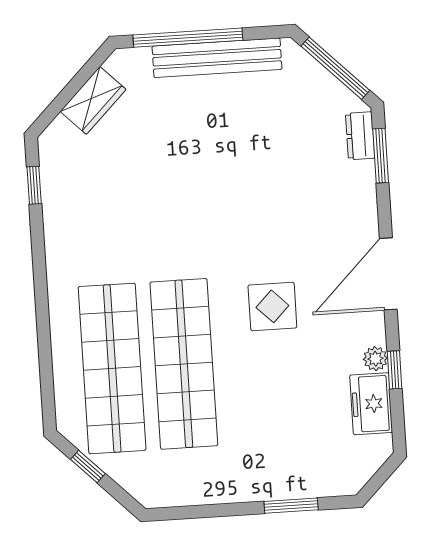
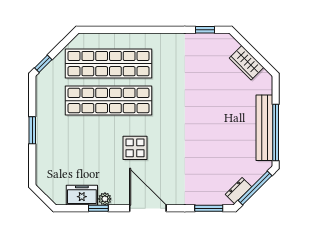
window: (188, 38) -> (276, 133), moved
dresser: (360, 136) -> (238, 191), moved, turned -45
window: (88, 466) -> (43, 64), moved
window: (291, 506) -> (32, 130), moved

